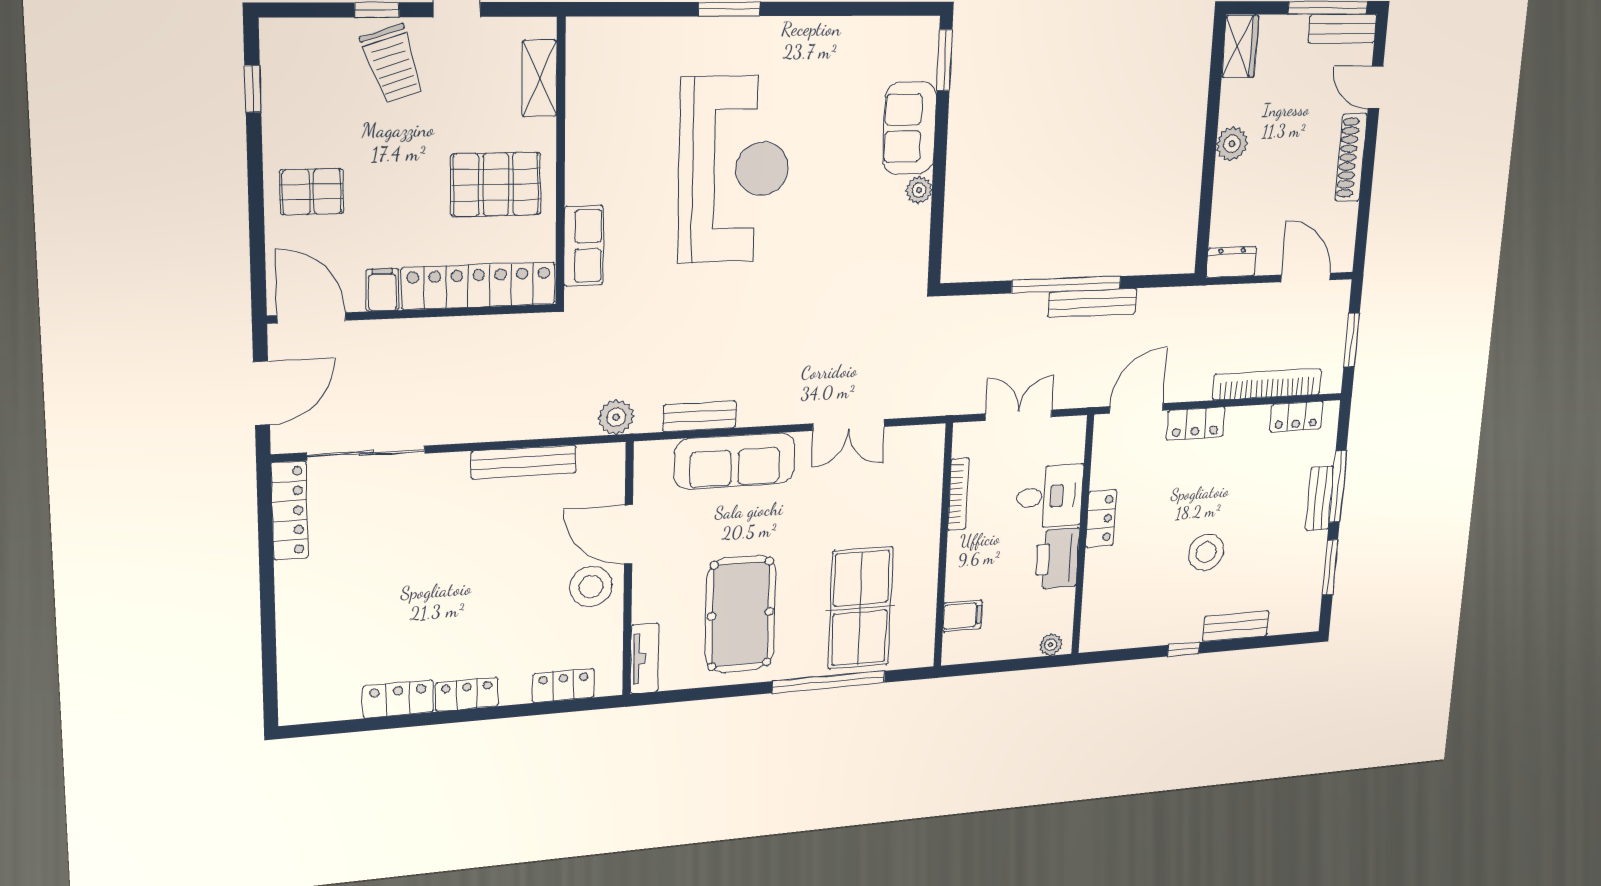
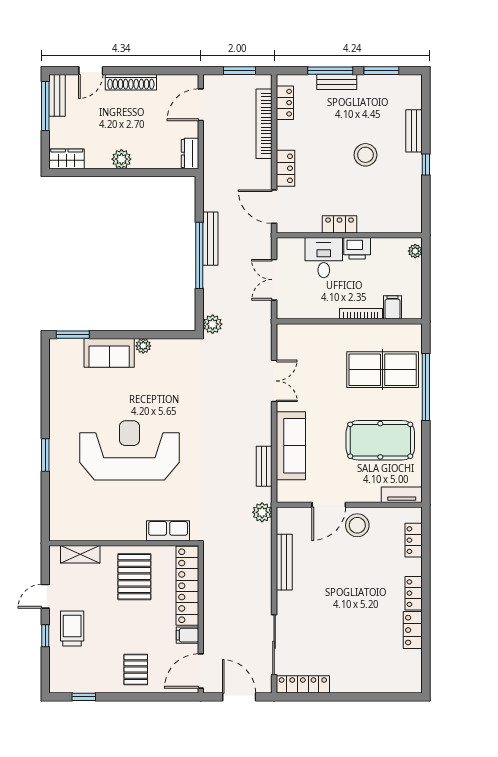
trolley: (393, 64) -> (72, 628), turned -72
plant: (950, 313) -> (213, 324), added
bookcase: (958, 494) -> (361, 314), moved
printer: (1057, 558) -> (357, 248), width x0.73, depth x0.84

